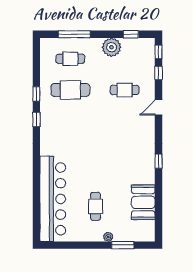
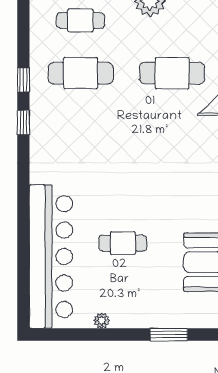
cafe table: (125, 90) -> (172, 73), width x1.37, depth x1.35
cafe table: (95, 206) -> (123, 243), moved, turned 90
plant: (108, 237) -> (102, 321), moved

